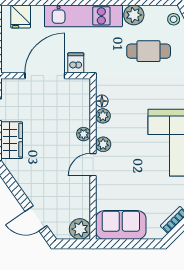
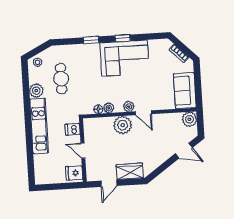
fridge: (21, 17) -> (74, 173), moved, turned 180
door: (45, 76) -> (83, 151), width x0.53
plant: (84, 134) -> (123, 125), width x1.88, depth x1.88
door: (36, 218) -> (184, 151), hinge flipped

